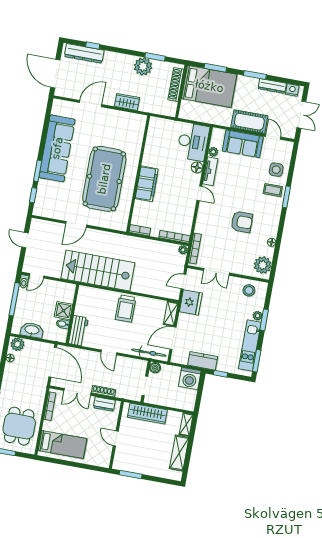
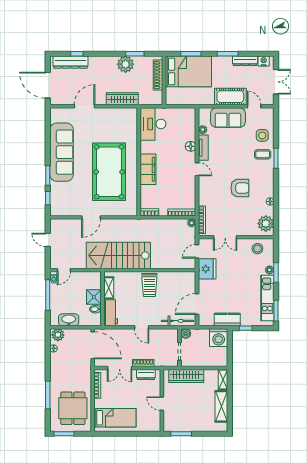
wardrobe: (127, 102) -> (122, 99), width x1.50
desk: (193, 142) -> (153, 124), moved, turned 180
shelving: (171, 314) -> (109, 288), moved

